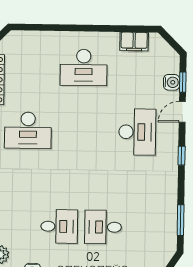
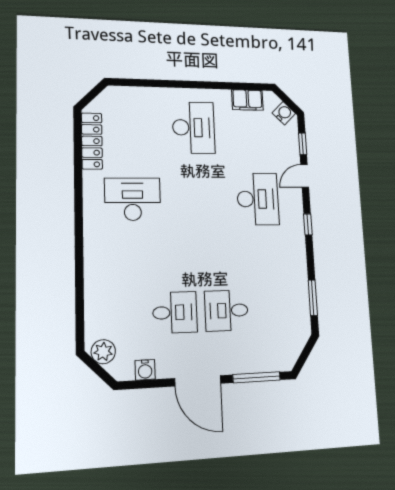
desk: (84, 67) -> (194, 128), turned -90
water cooler: (172, 82) -> (284, 113), moved, turned -45
desk: (28, 130) -> (133, 199), turned 180

